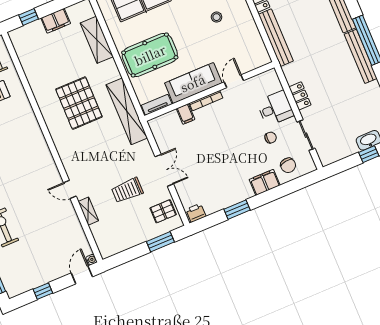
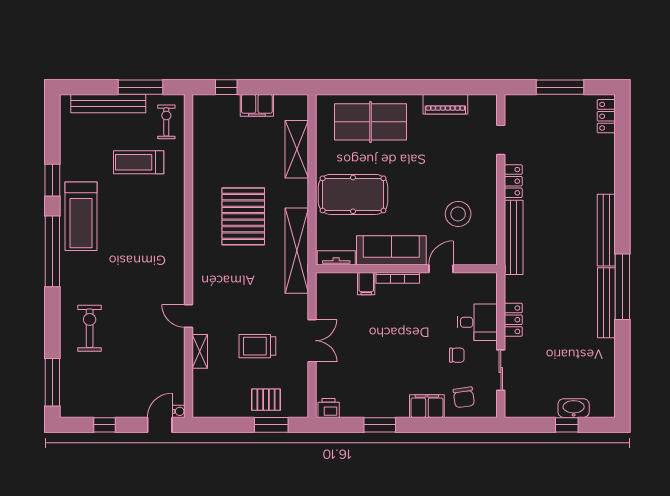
stool: (217, 17) -> (458, 214), moved, width x1.89, depth x1.89
pallet: (163, 211) -> (266, 400), moved

